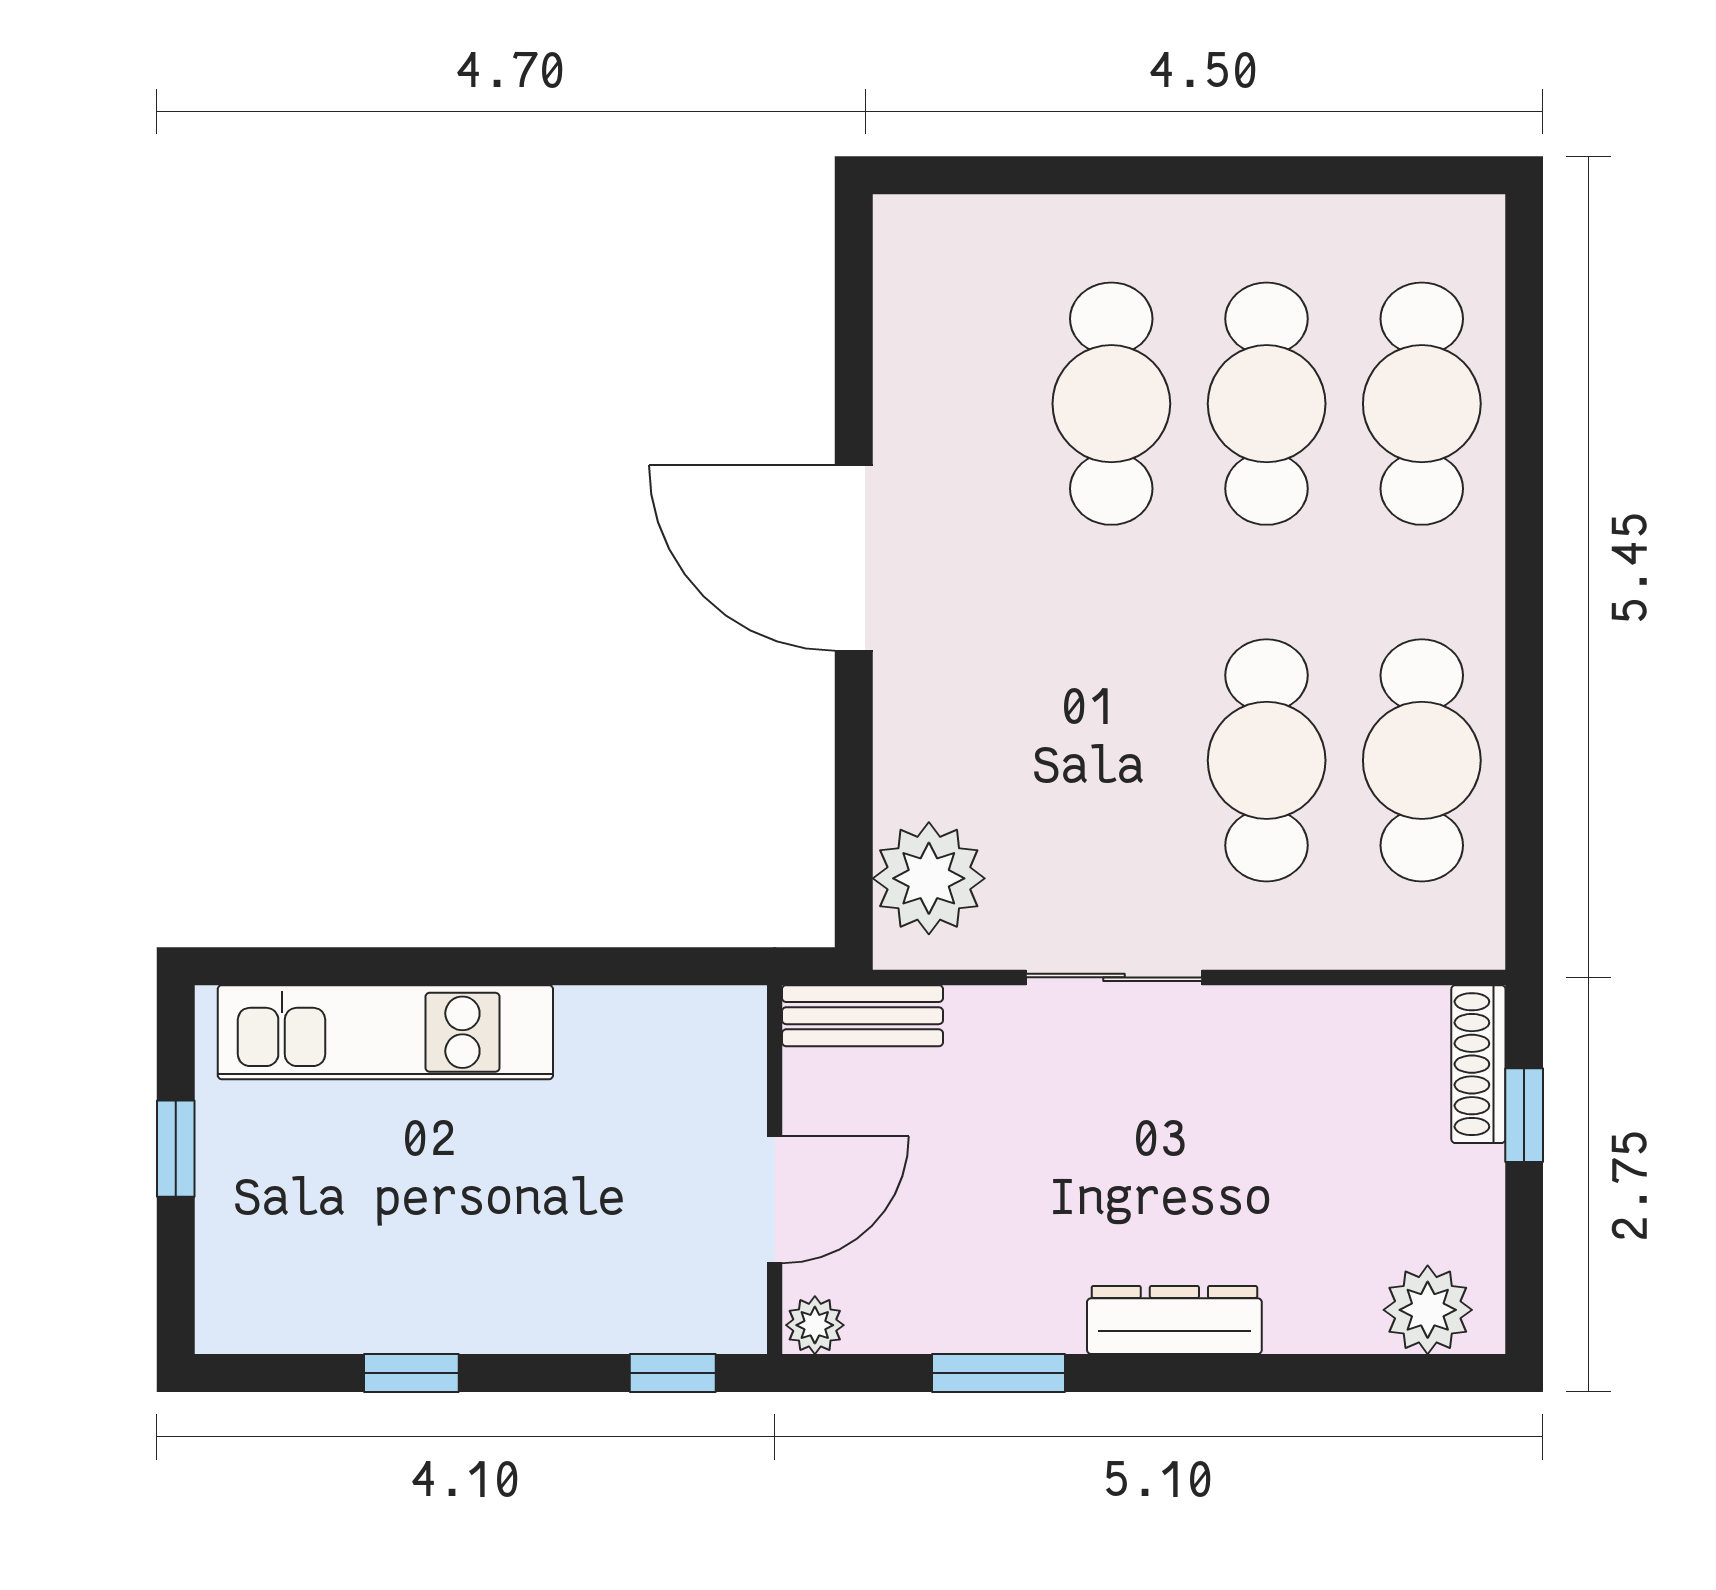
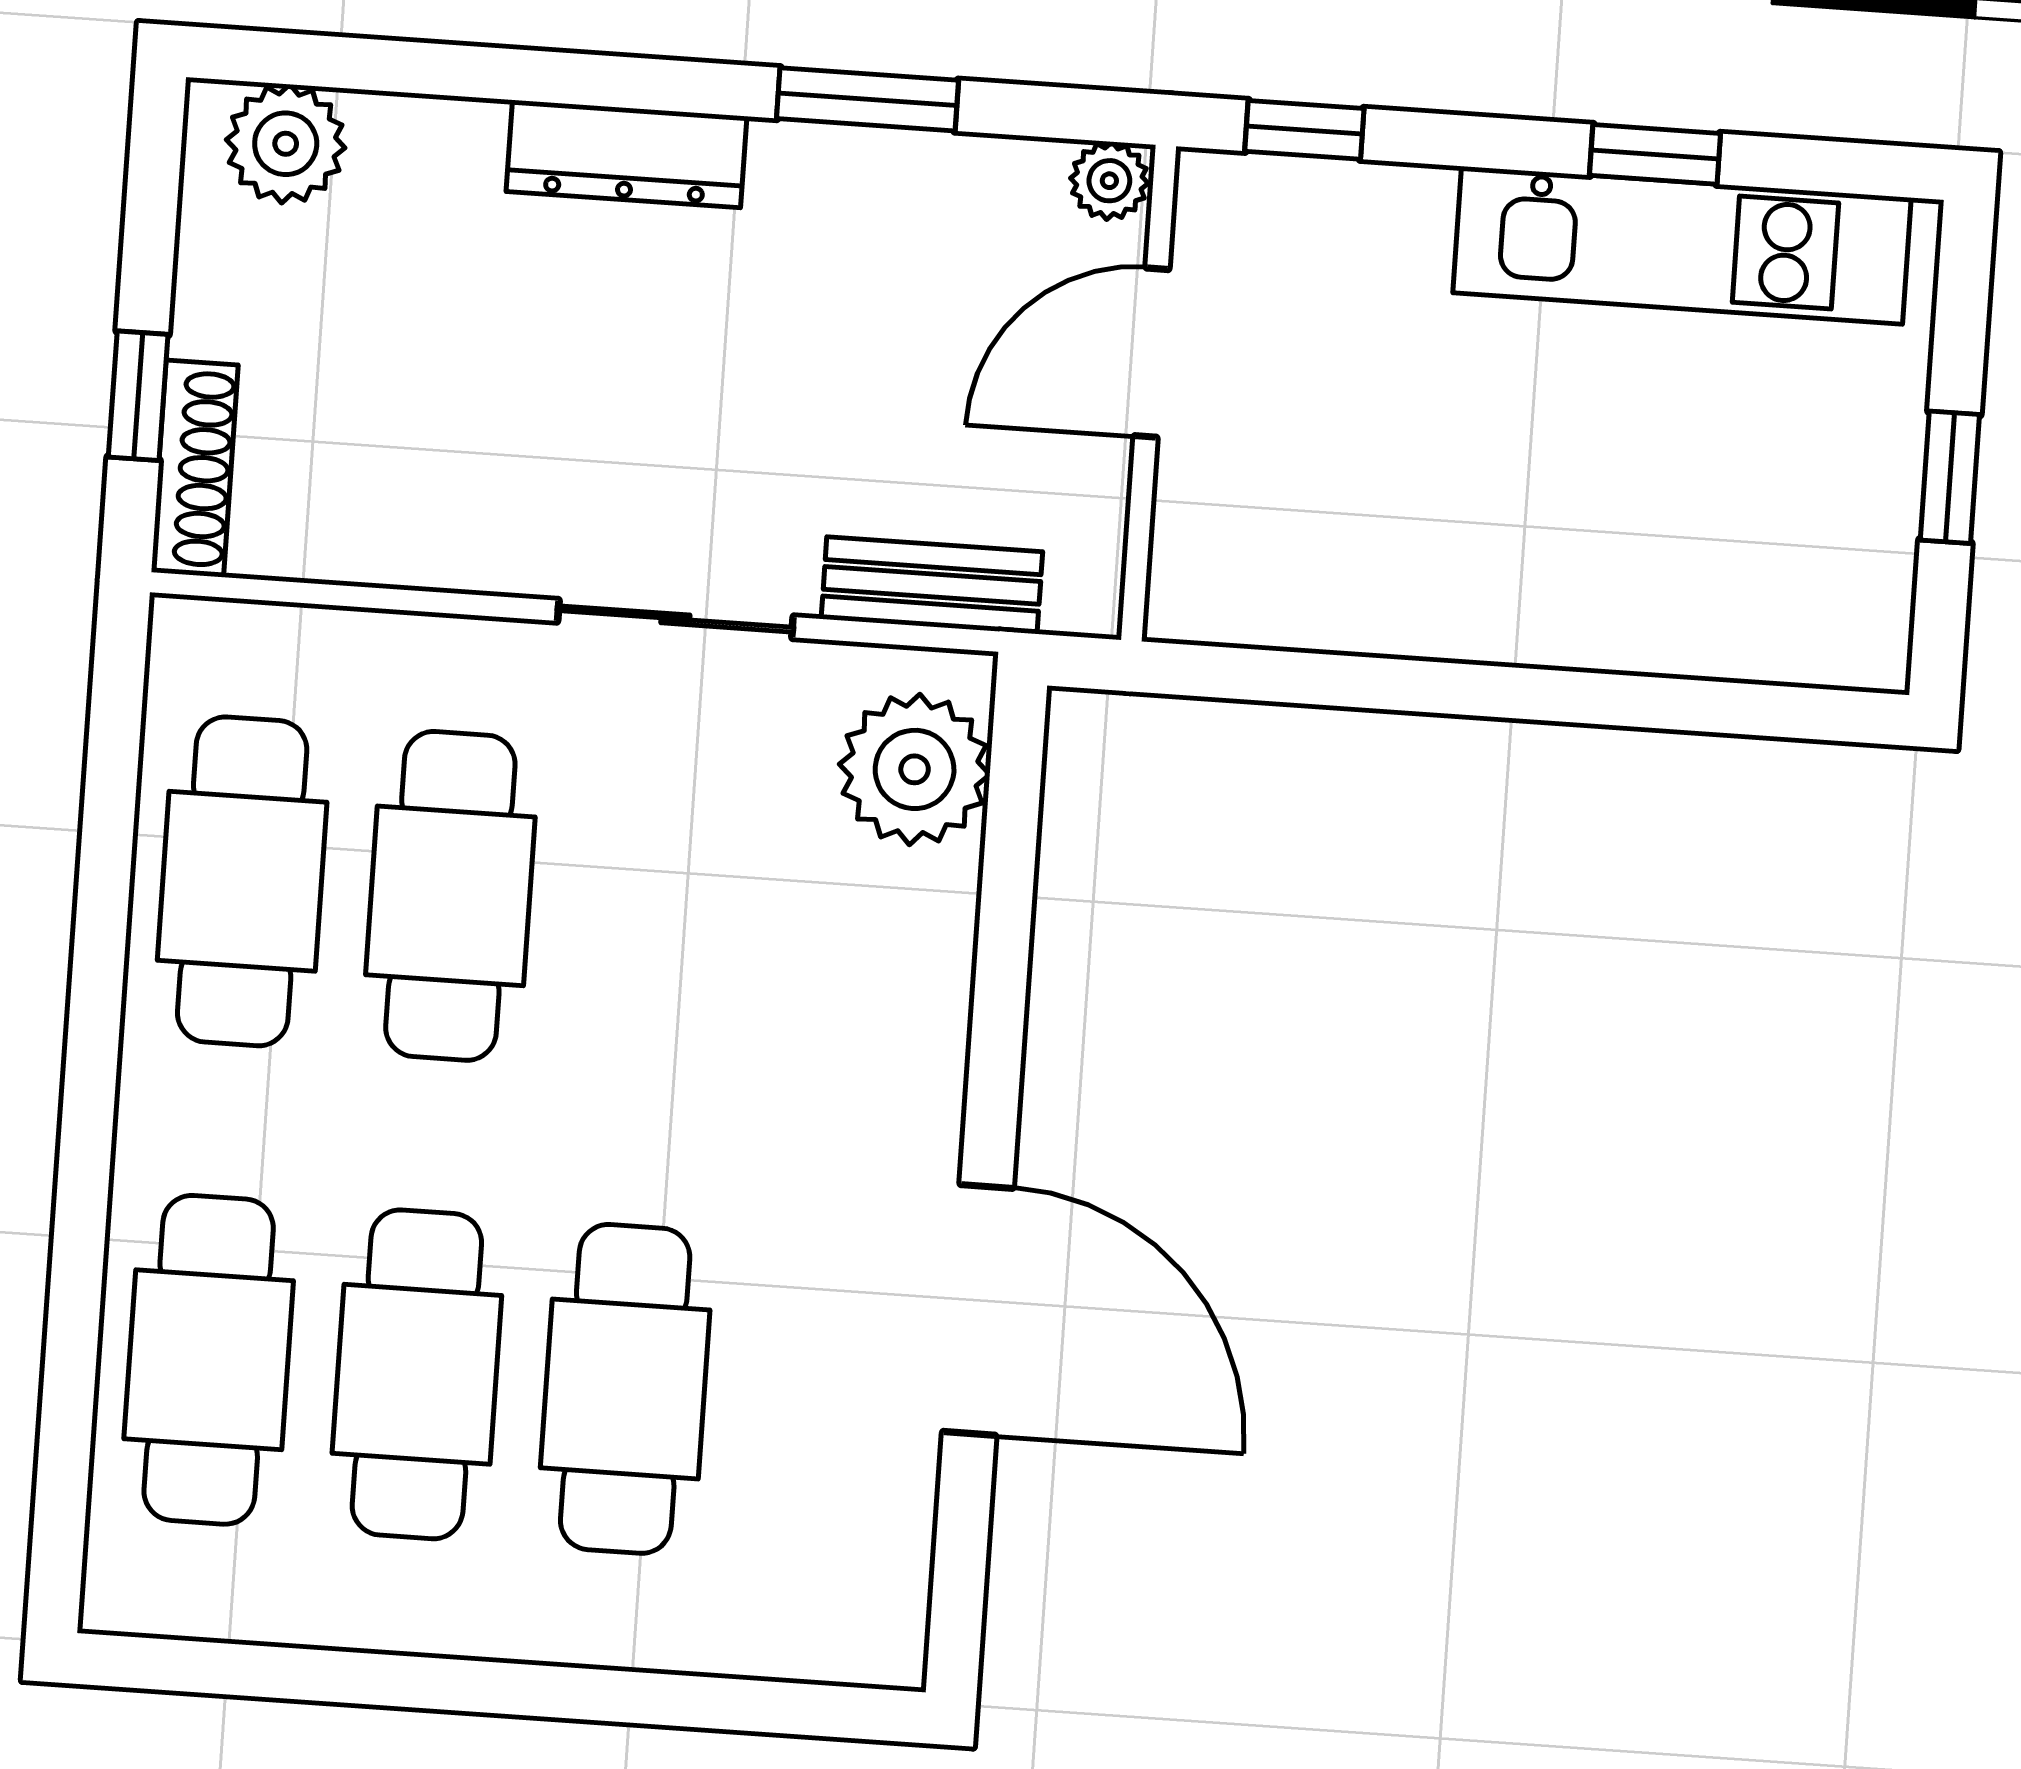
door: (854, 558) -> (978, 1310), moved
bench: (863, 1016) -> (932, 585), moved
kitchen unit: (385, 1032) -> (1682, 245), moved, turned 180

